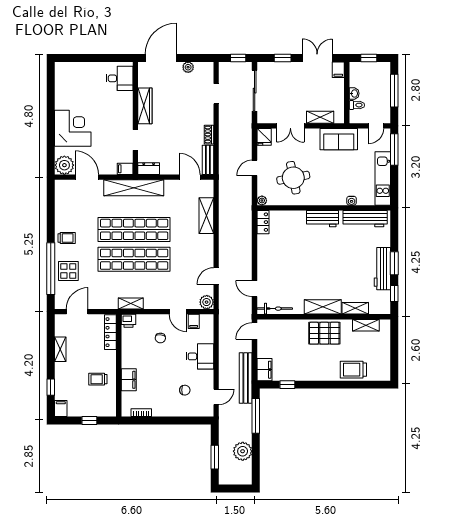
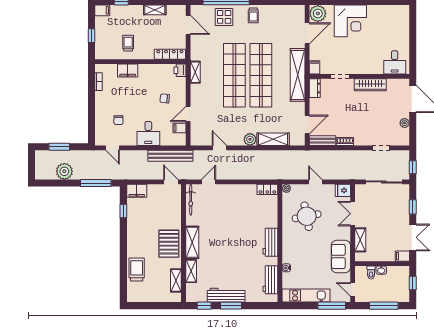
workbench: (365, 219) -> (270, 280), width x0.73
plant: (207, 302) -> (250, 139), moved
bench: (246, 378) -> (170, 156), moved

